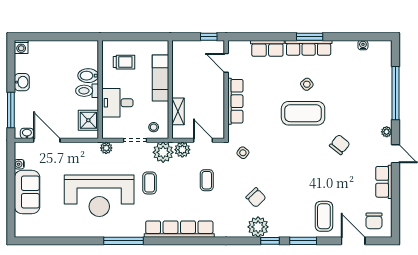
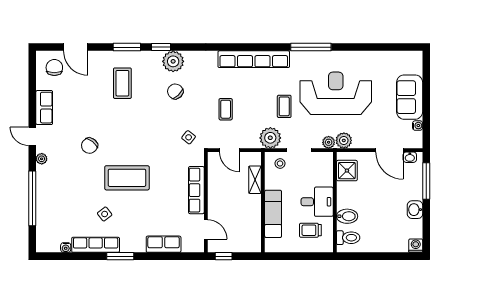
row of seats: (309, 48) -> (96, 245), moved
side table: (307, 84) -> (105, 214), moved
toilet: (87, 91) -> (348, 238), moved
desk: (117, 103) -> (317, 202), moved
plant: (182, 150) -> (344, 140), moved
coffee table: (324, 216) -> (122, 83), moved

